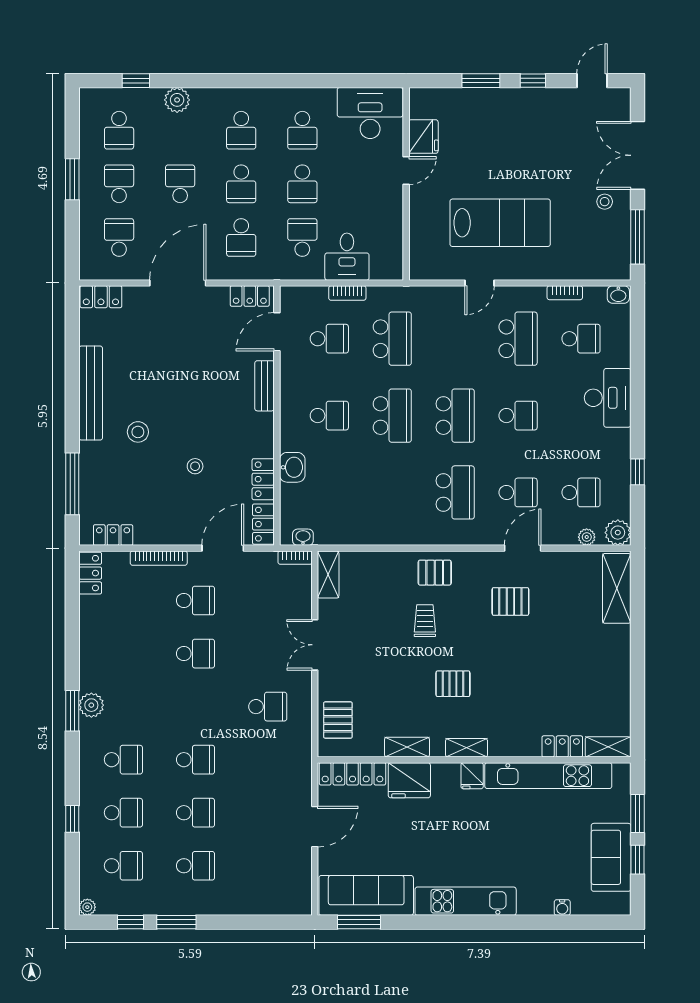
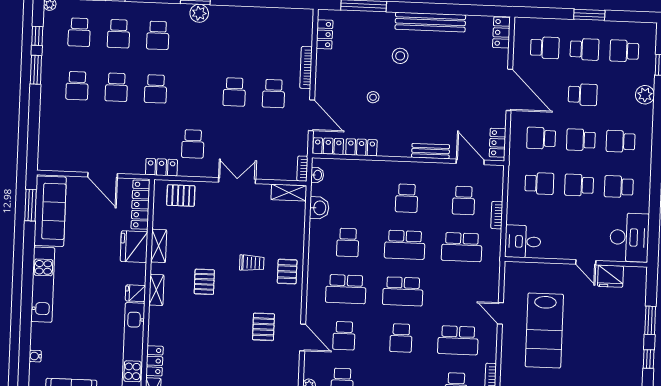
desk: (347, 257) -> (523, 242), moved
washbasin: (292, 467) -> (319, 208), moved, turned -90
school desk: (392, 492) -> (348, 242), added
locker: (90, 573) -> (161, 167), moved, turned 180

